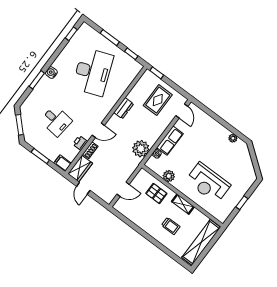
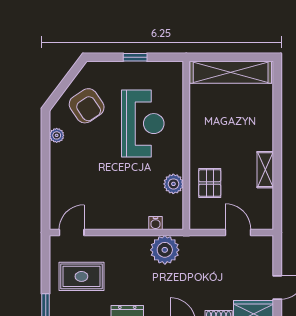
row of seats: (170, 141) -> (124, 219), removed
armchair: (236, 163) -> (87, 106), added
shelving: (183, 204) -> (265, 170), moved
trolley: (171, 226) -> (239, 131), removed

